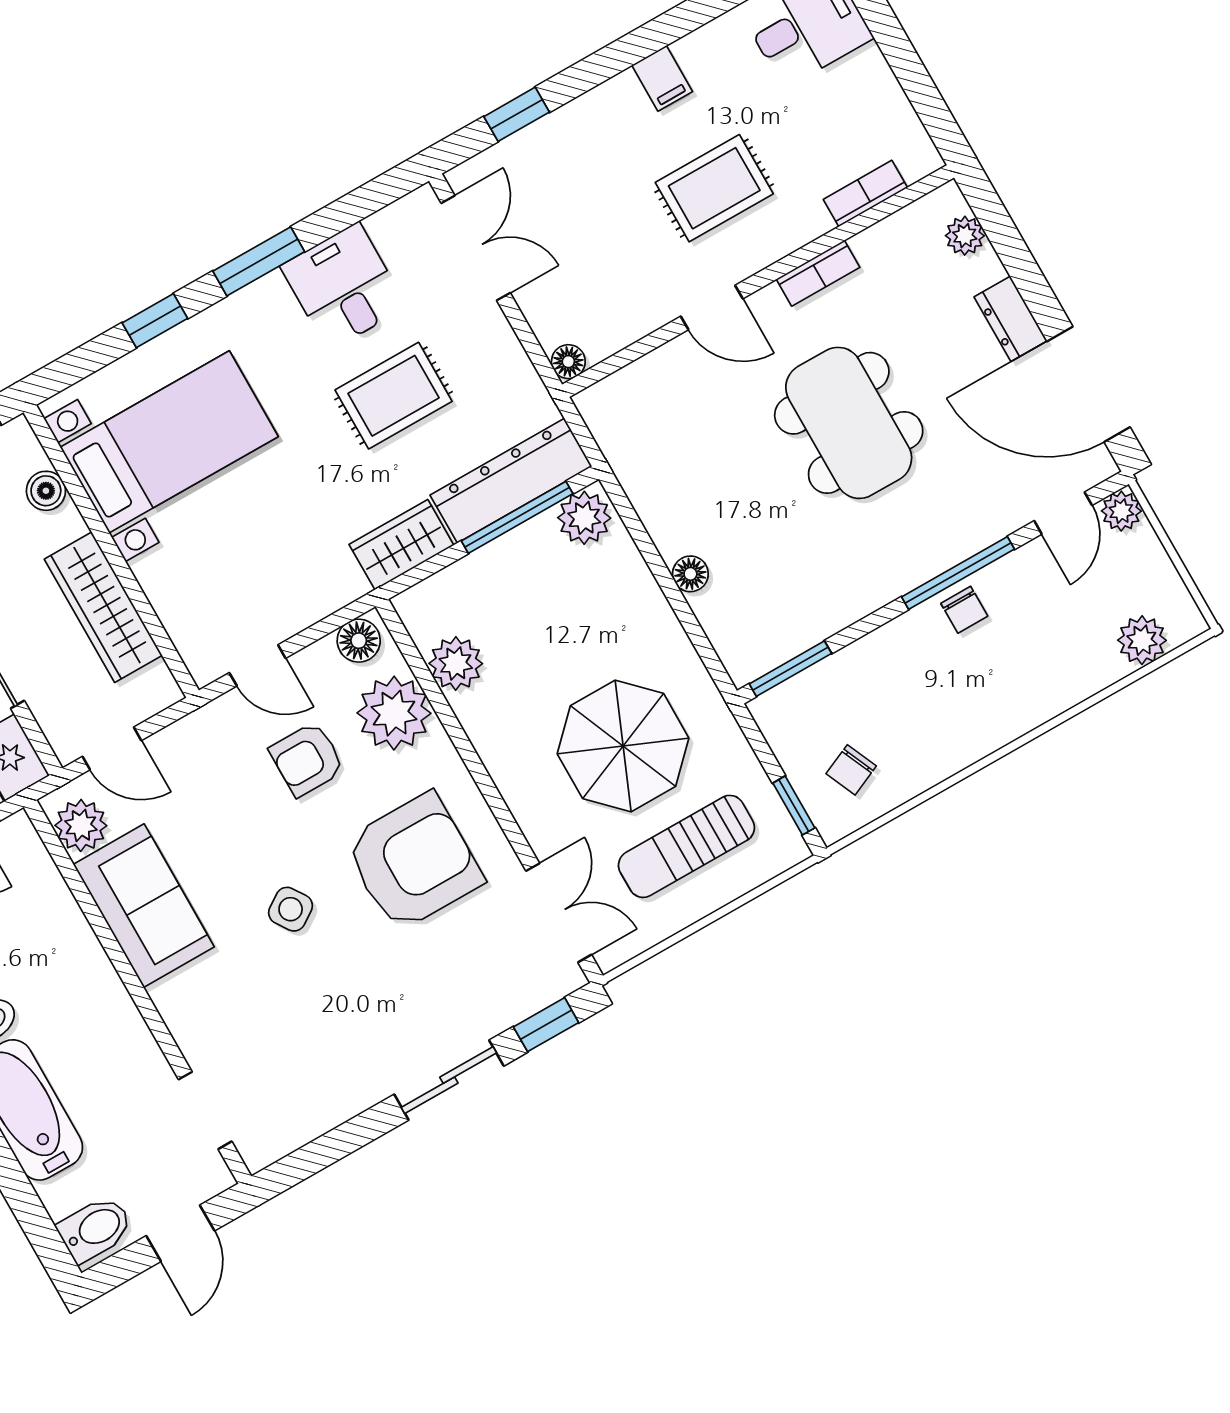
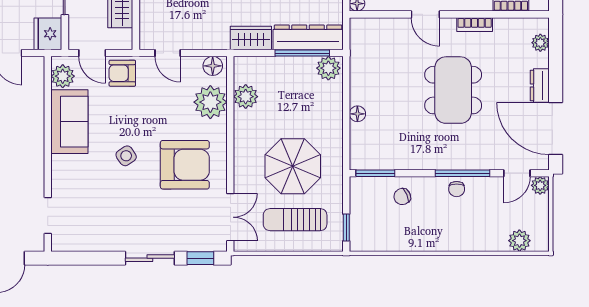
armchair: (307, 759) -> (122, 73), moved
chair: (851, 770) -> (402, 197), moved

